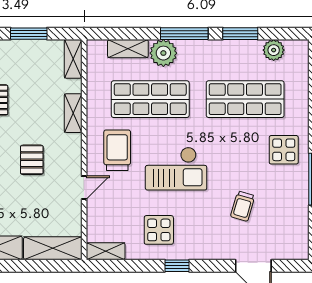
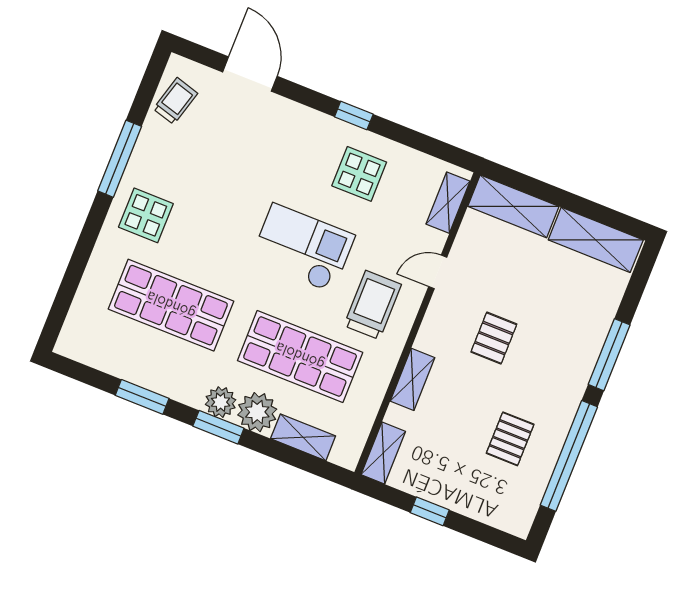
window: (29, 34) -> (430, 511), width x0.67
window: (184, 34) -> (218, 427), width x0.69
plant: (274, 50) -> (221, 402), moved
trolley: (117, 150) -> (373, 305), turned 180
trolley: (243, 206) -> (175, 101), moved
shelving: (106, 251) -> (448, 203), moved, turned 90

